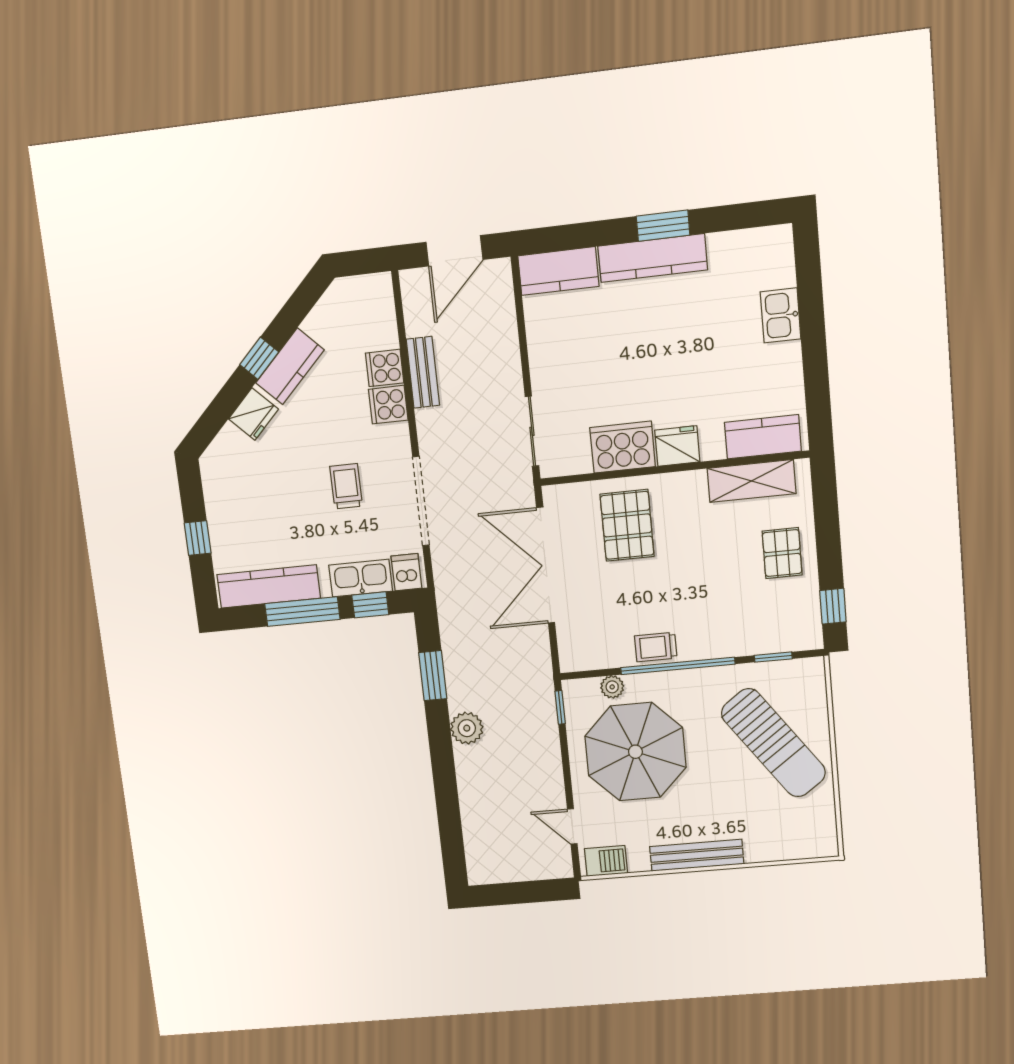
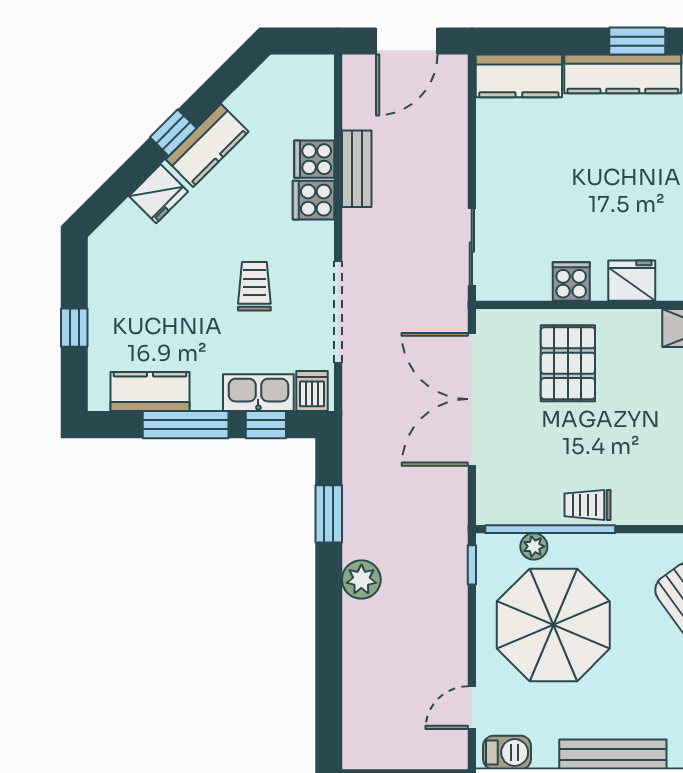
cooker: (623, 447) -> (571, 281), width x0.53, depth x0.76
kitchen counter: (269, 586) -> (150, 392), width x0.67
window: (678, 666) -> (550, 529), moved
door: (572, 826) -> (472, 708), hinge flipped

